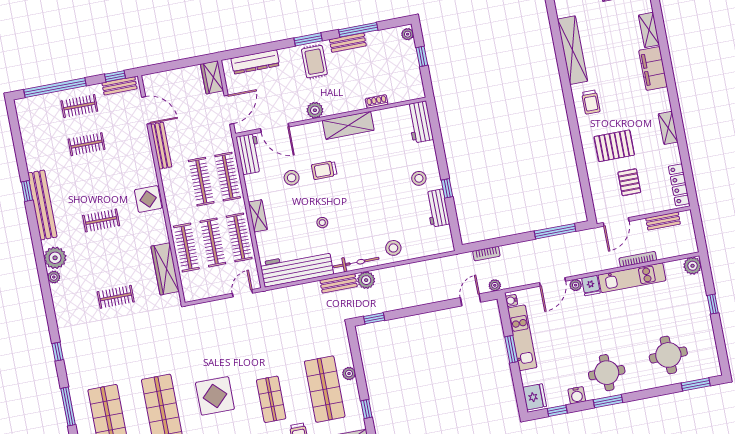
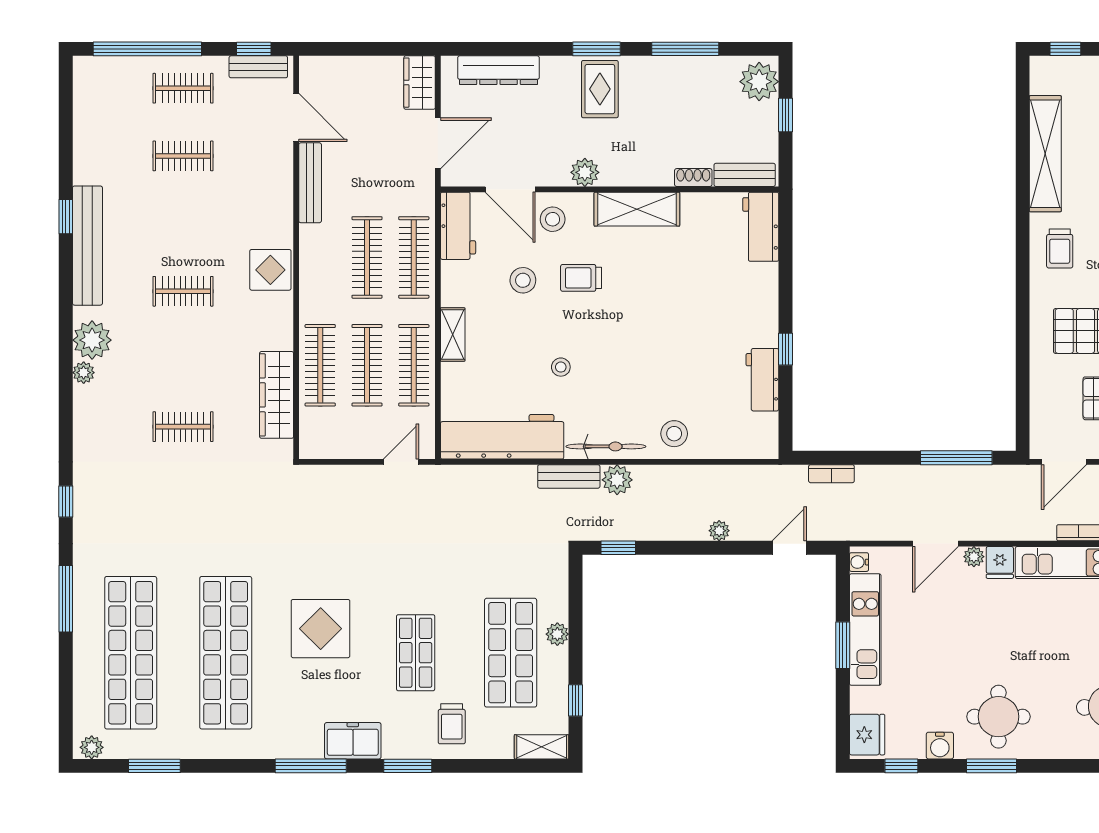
plant: (408, 34) -> (759, 82), width x1.88, depth x1.88
bench: (348, 43) -> (745, 175), moved
stool: (419, 178) -> (553, 219), moved
plant: (495, 285) -> (719, 531), moved

